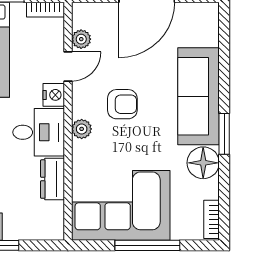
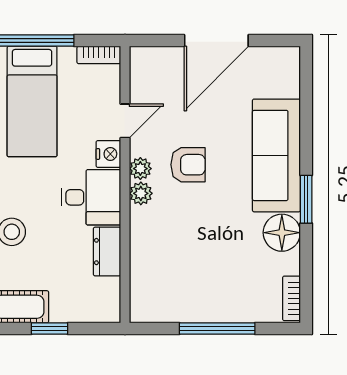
plant: (81, 39) -> (140, 169), moved
corner sofa: (121, 205) -> (186, 282), removed

